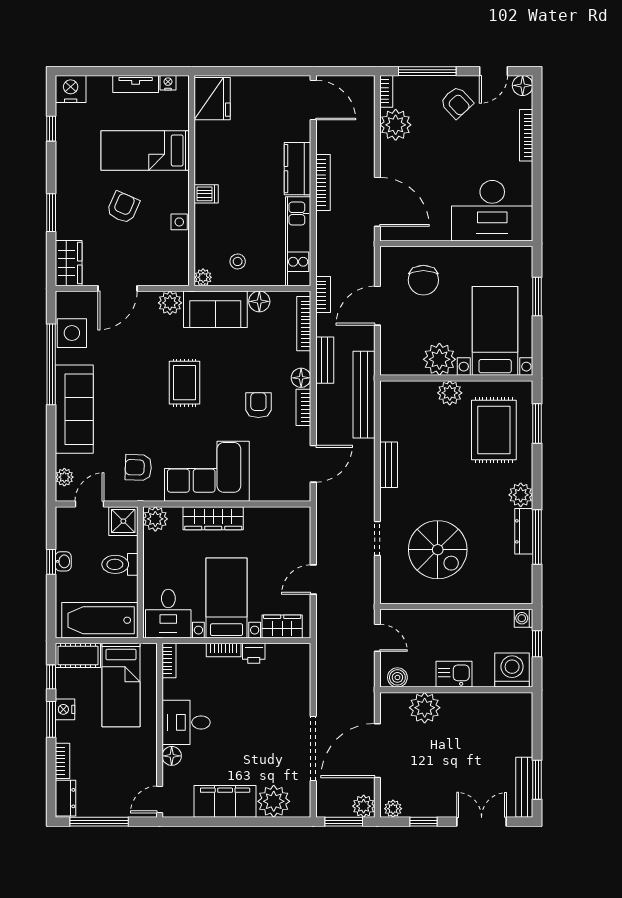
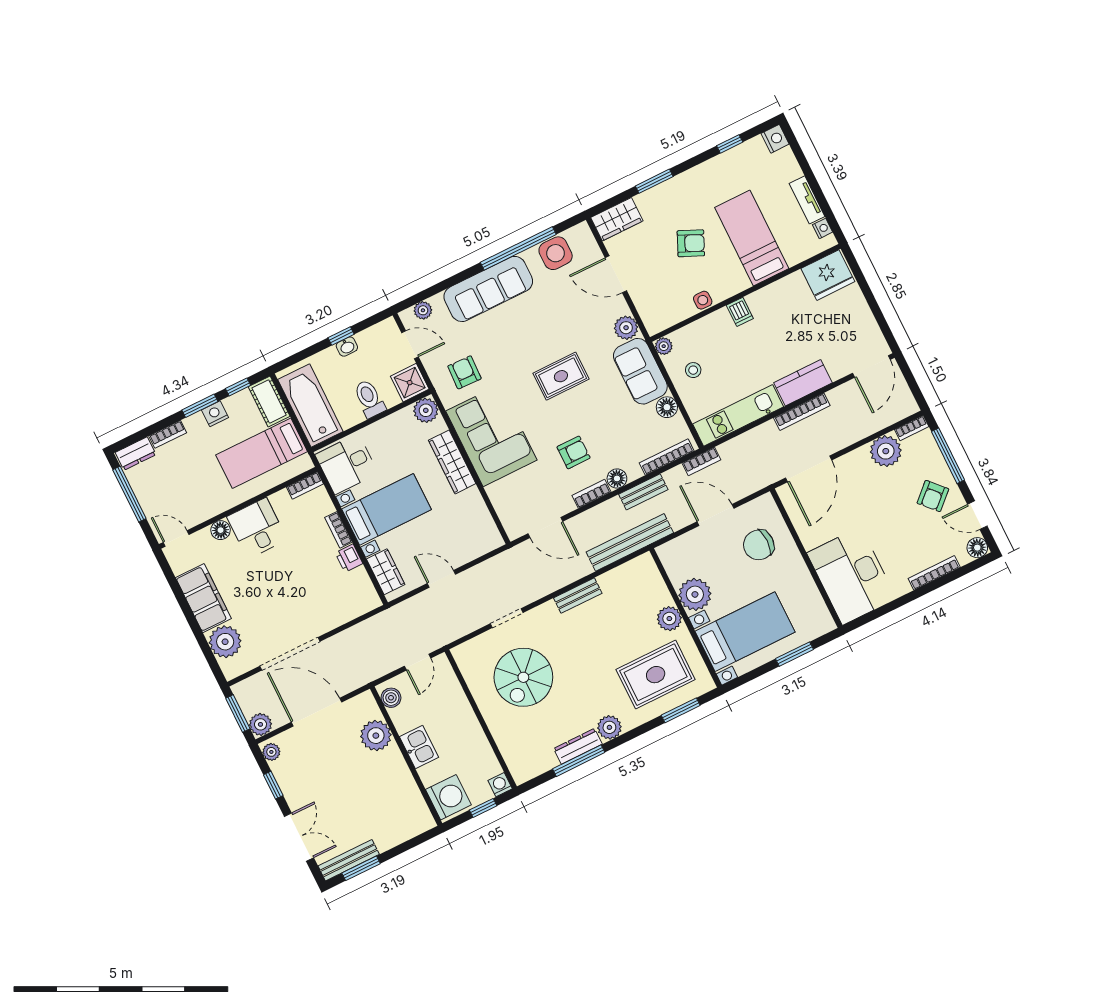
nightstand: (71, 89) -> (775, 139), width x0.74, depth x0.75

